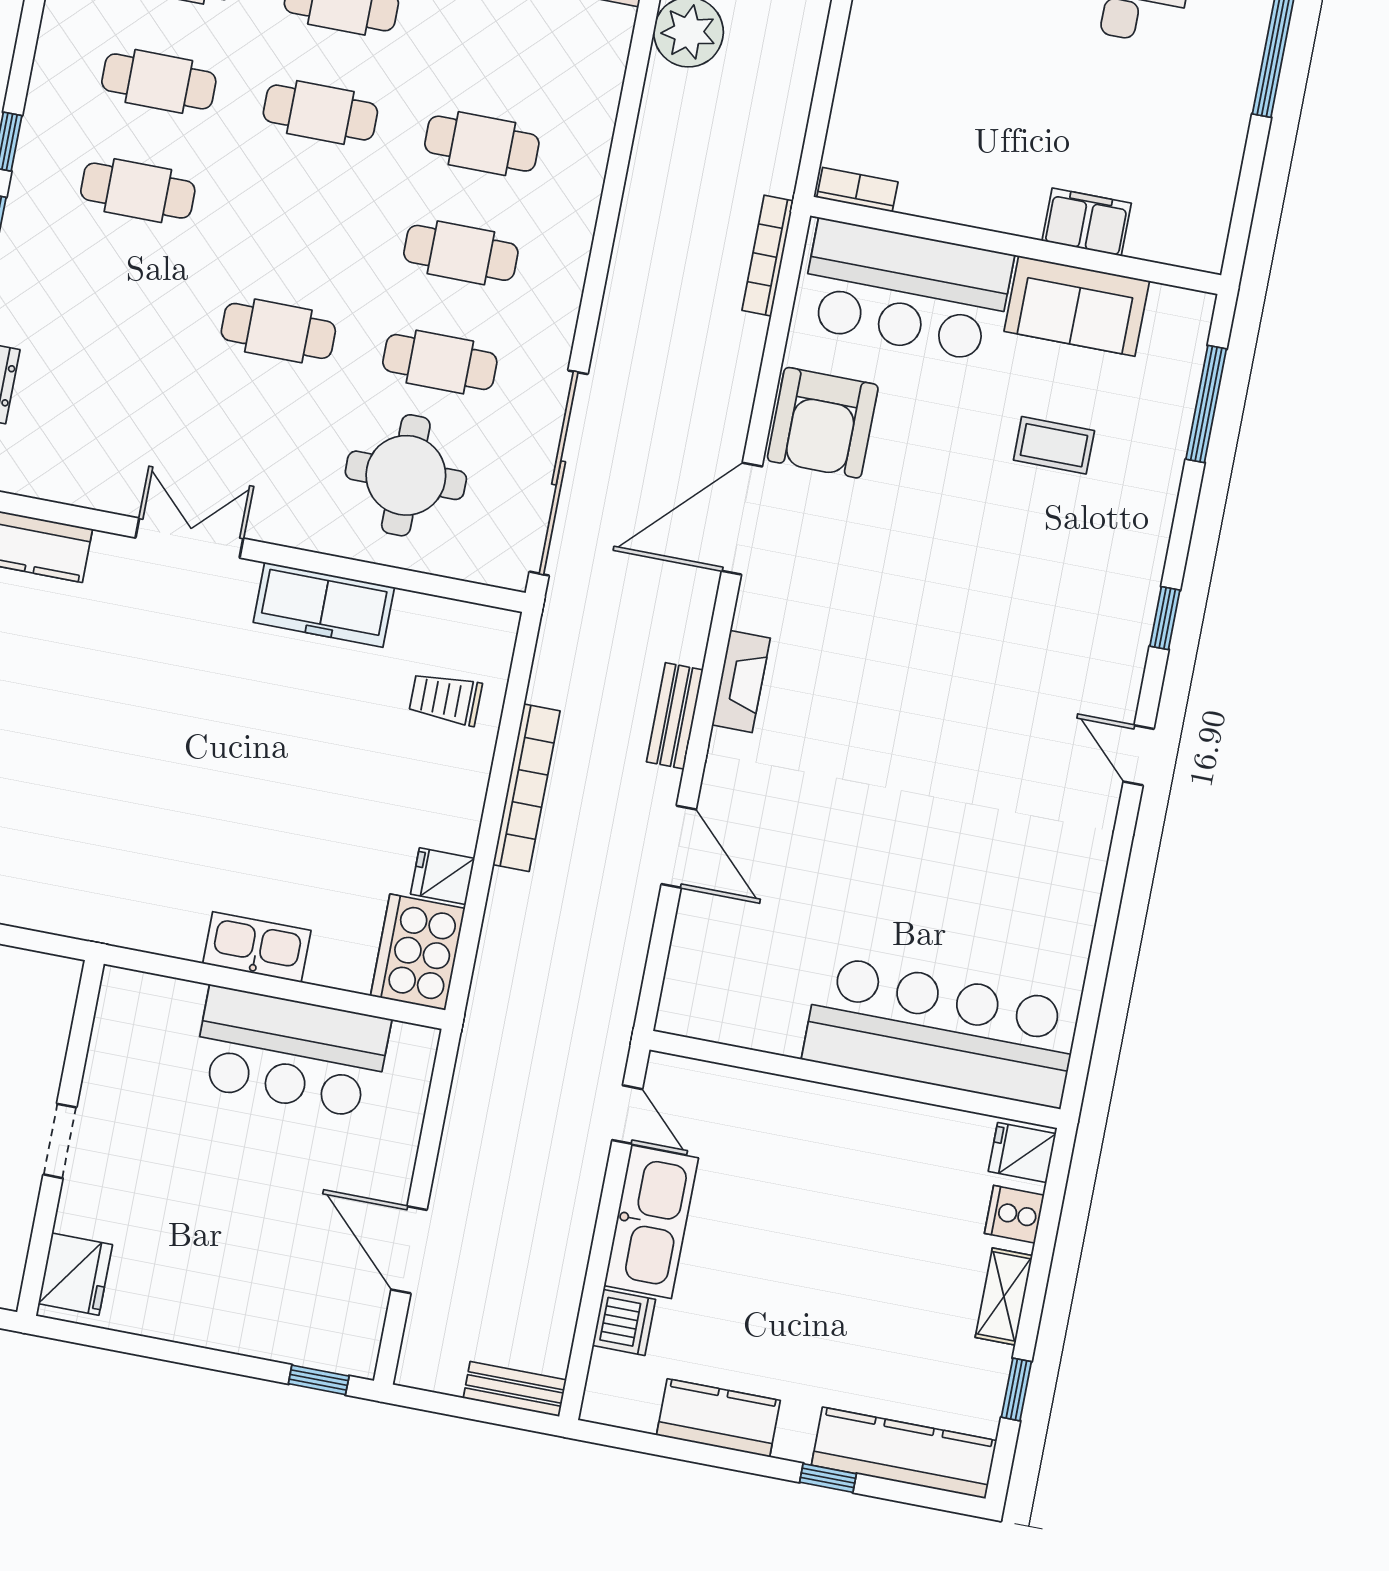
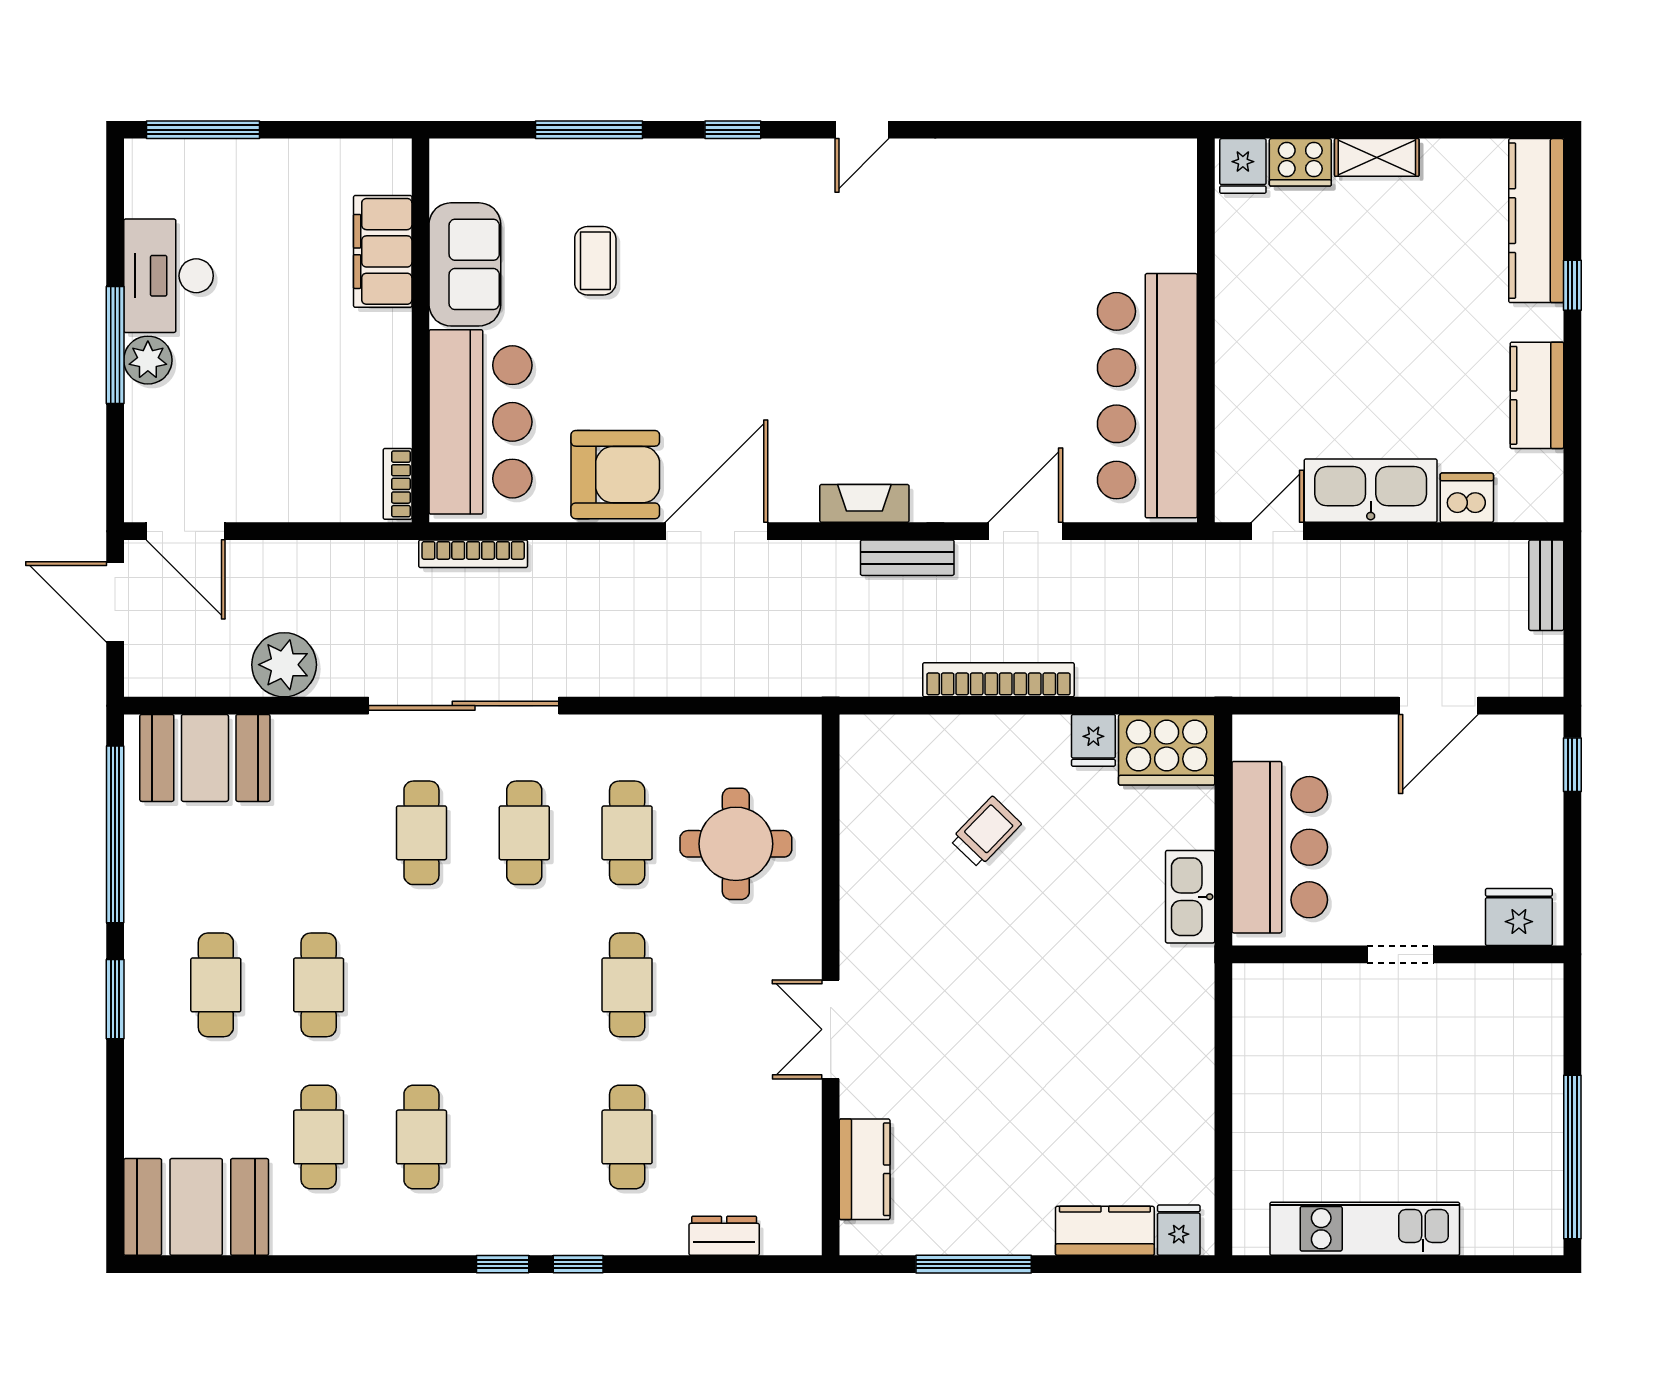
cafe table: (320, 113) -> (421, 985), removed
cafe table: (138, 191) -> (627, 1137), moved
filing cabinet: (1087, 222) -> (383, 251), width x1.50, depth x1.17
window: (1206, 404) -> (589, 130), moved
sliding door: (559, 473) -> (464, 706), moved
door: (742, 519) -> (716, 531), swing flipped
freezer: (324, 605) -> (868, 896), removed
trolley: (445, 699) -> (986, 832), moved, turned -136
bar counter: (941, 1032) -> (1147, 396), moved
wall: (60, 1138) -> (1398, 954), moved
doorway: (60, 1141) -> (1401, 954), moved
cooker: (1014, 1214) -> (1300, 162), width x1.36
fridge: (75, 1274) -> (1519, 917), moved
window: (1016, 1389) -> (1459, 130), removed

